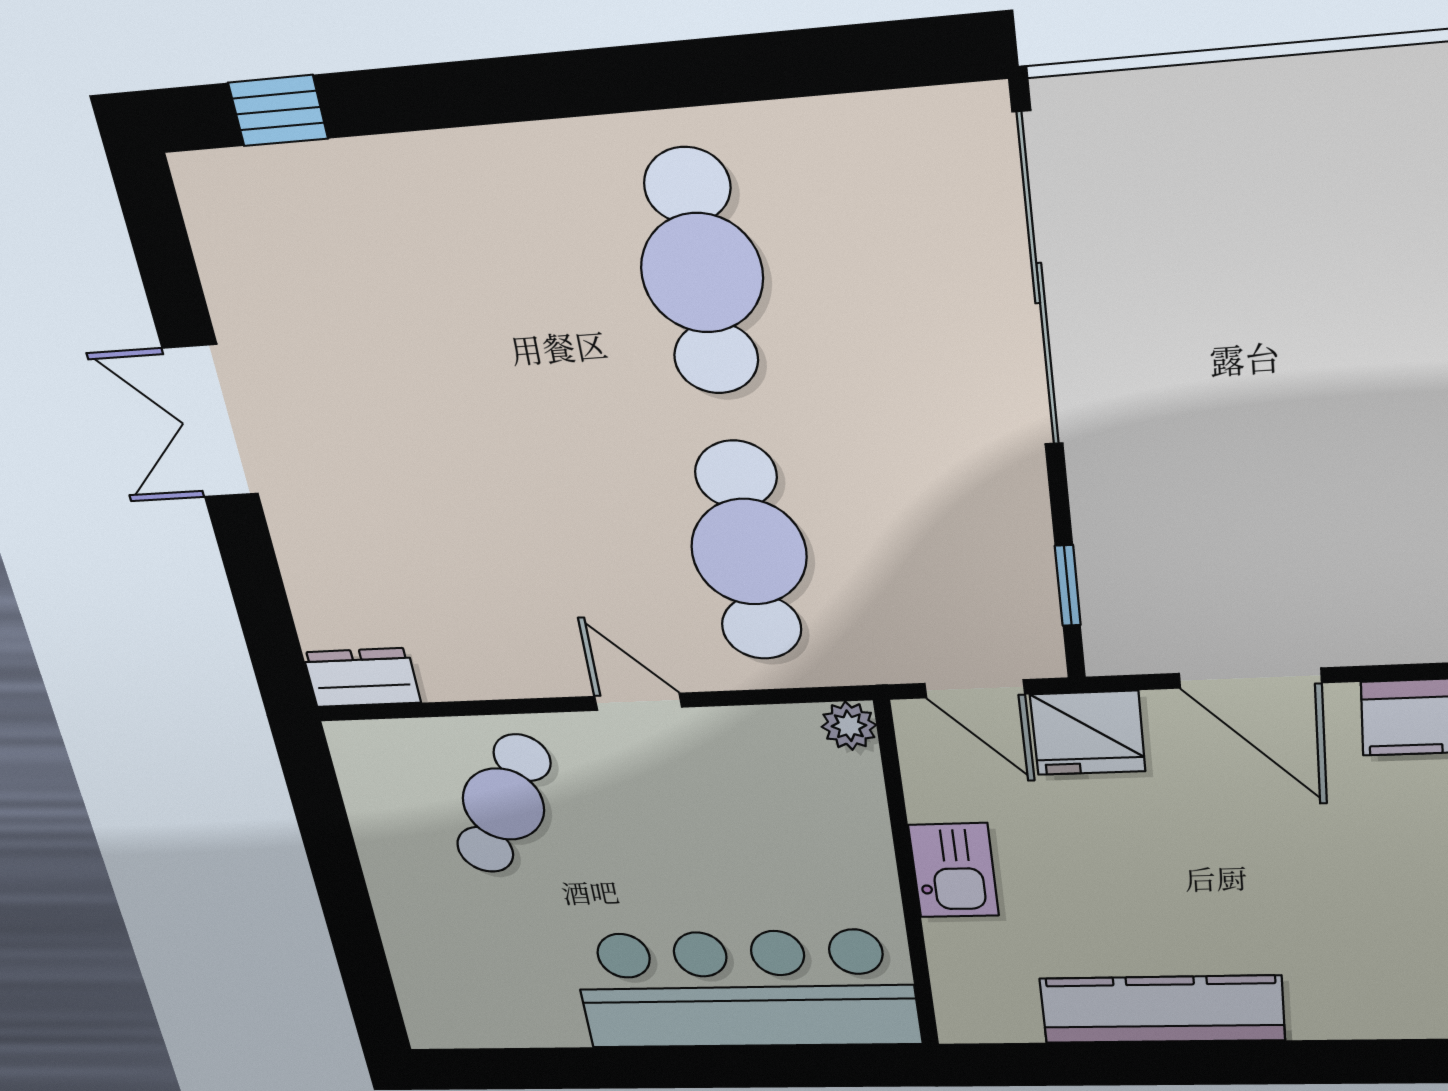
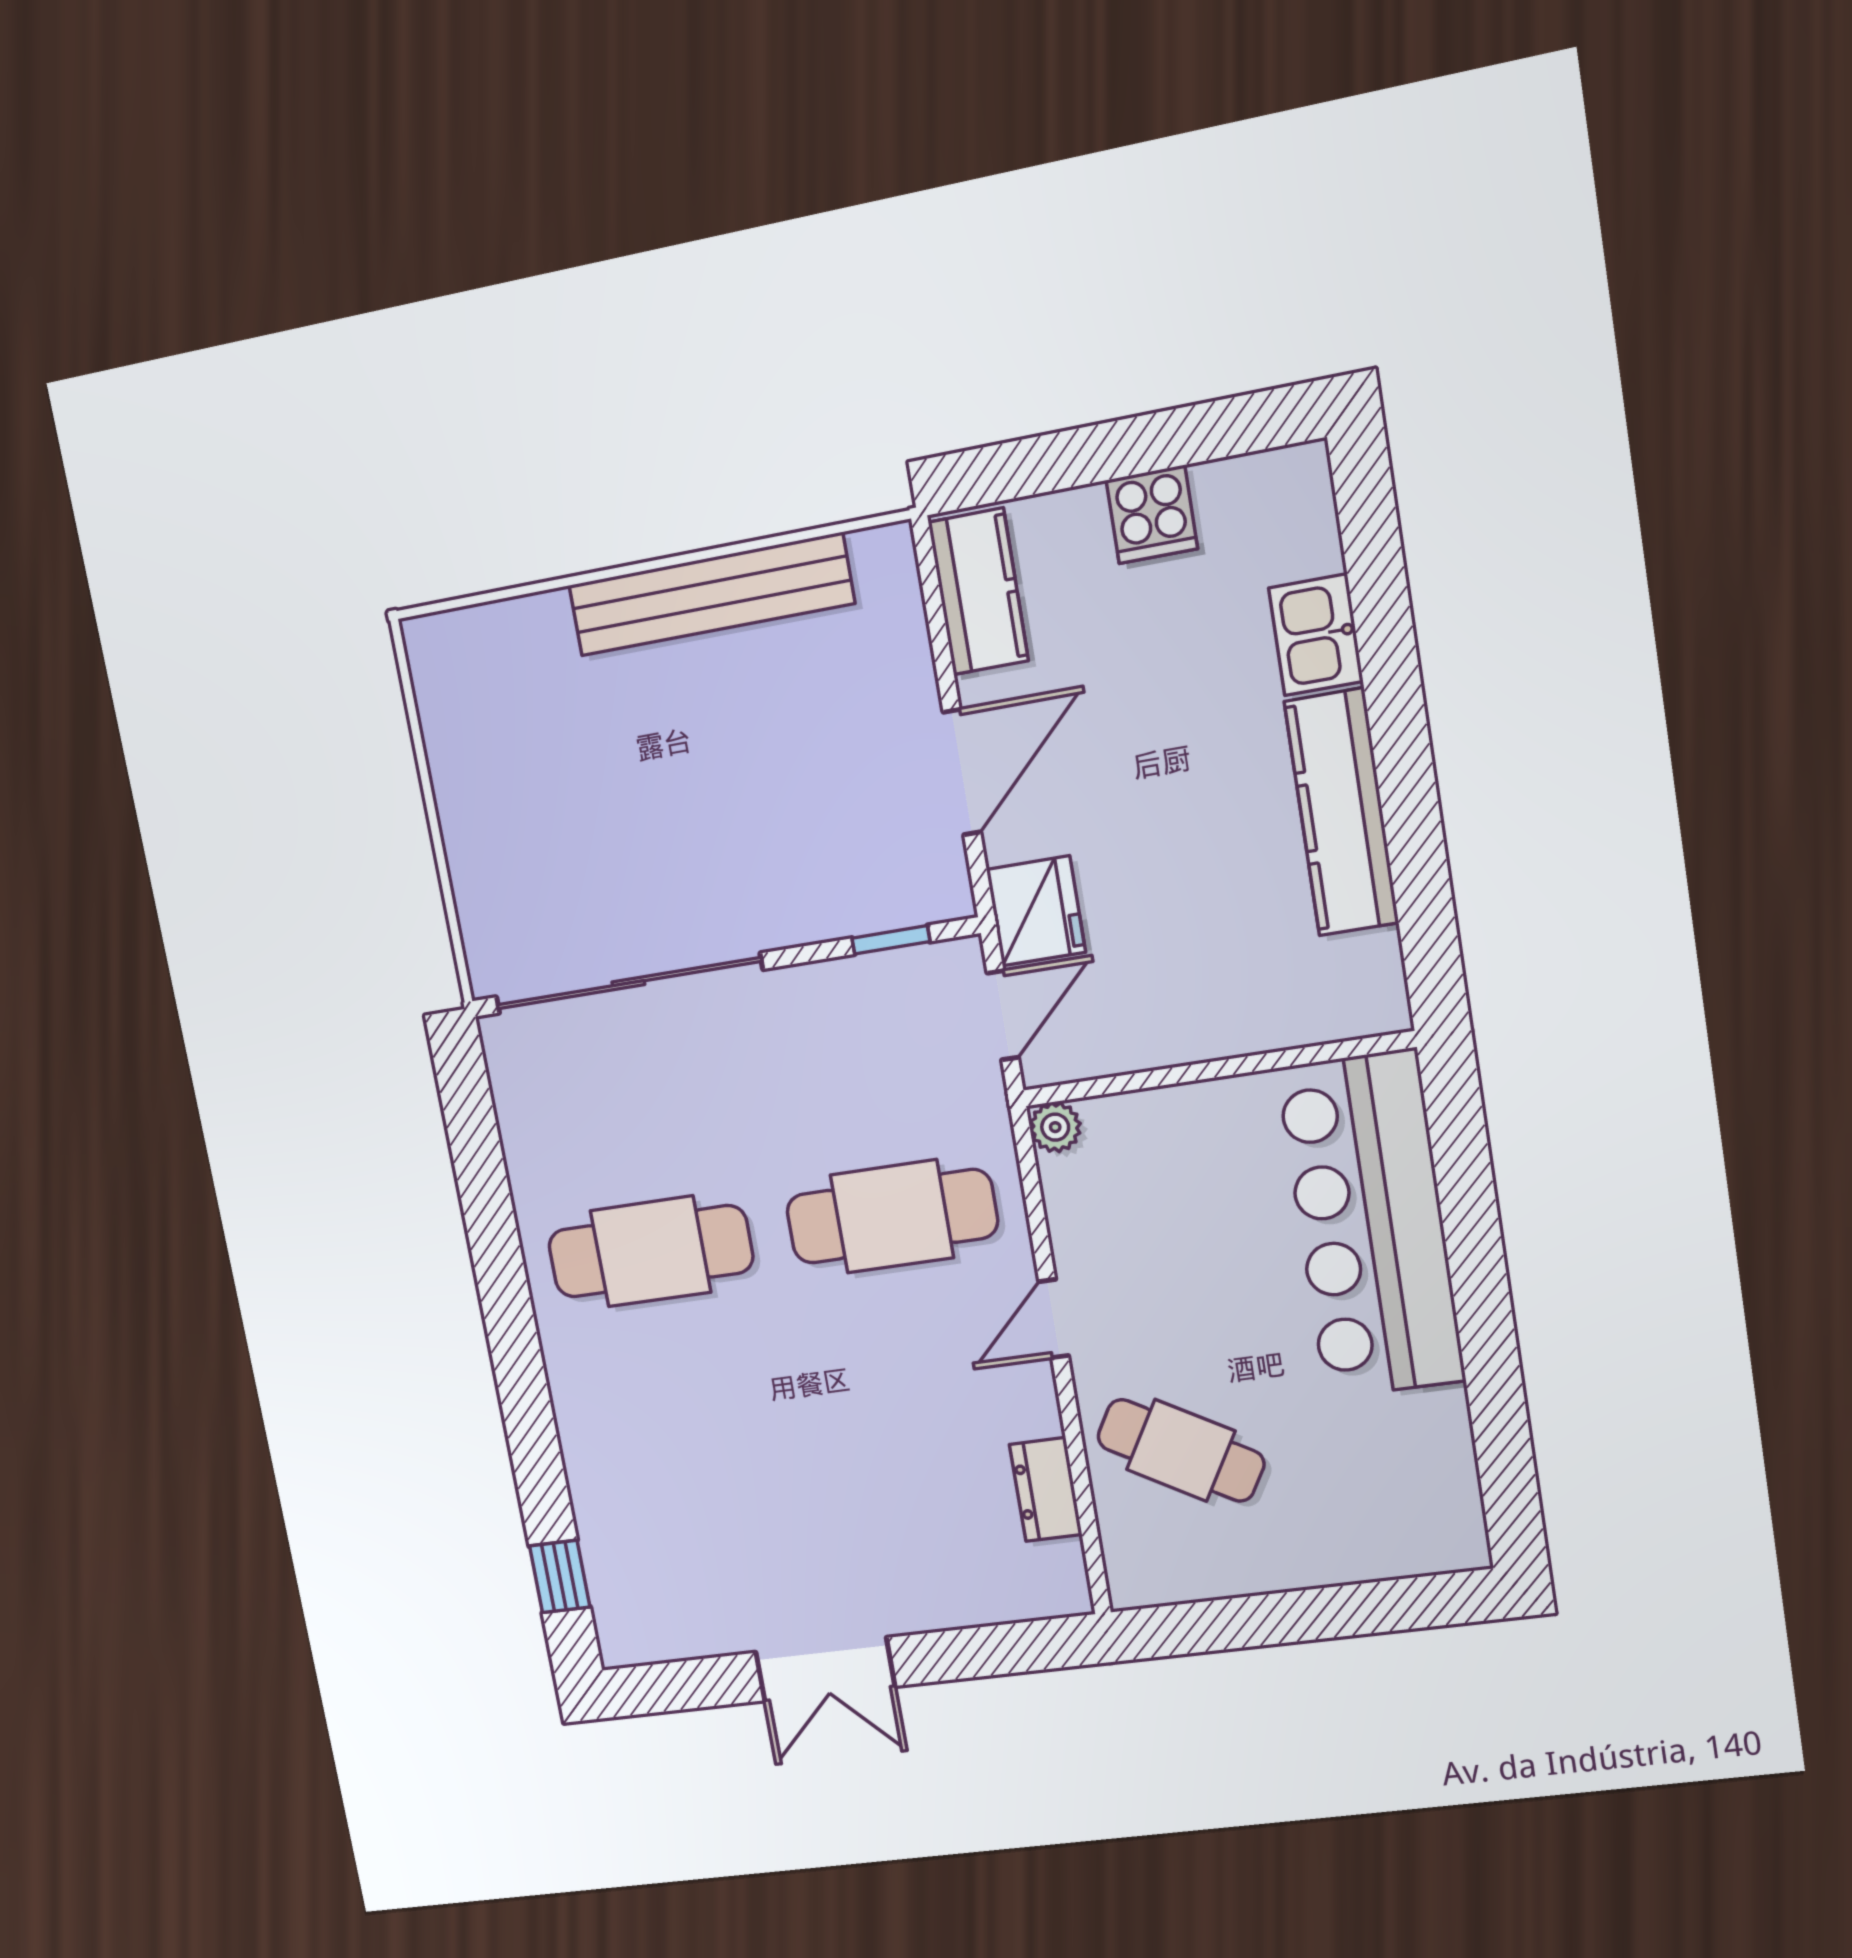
dresser: (362, 678) -> (1046, 1489), moved
kitchen sink: (954, 870) -> (1316, 635), moved, turned -90

